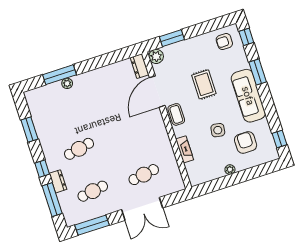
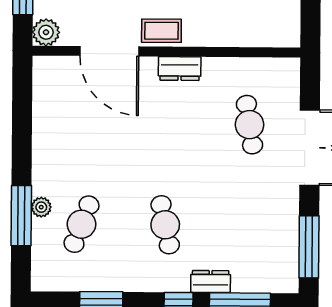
dresser: (140, 66) -> (180, 69), moved
fireplace: (185, 149) -> (229, 37), removed
cafe table: (93, 191) -> (82, 224), moved, turned 30

